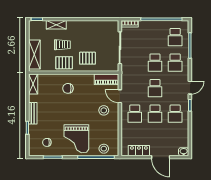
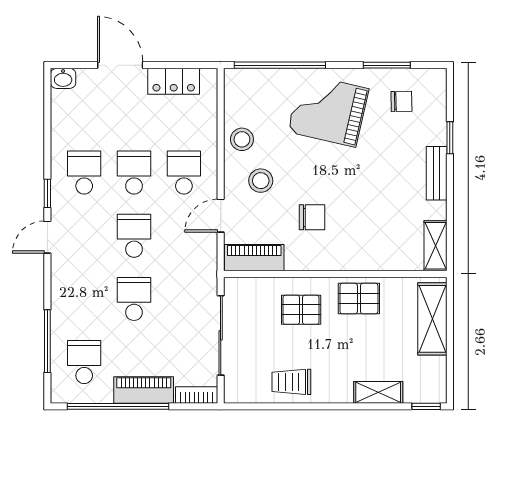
piano: (151, 26) -> (144, 390), added
trolley: (62, 45) -> (291, 382), moved
school desk: (175, 63) -> (84, 299), removed
chair: (68, 88) -> (312, 217), moved
door: (120, 96) -> (221, 216), swing flipped
grand piano: (76, 139) -> (328, 110), turned -77
stool: (104, 149) -> (242, 139), moved

